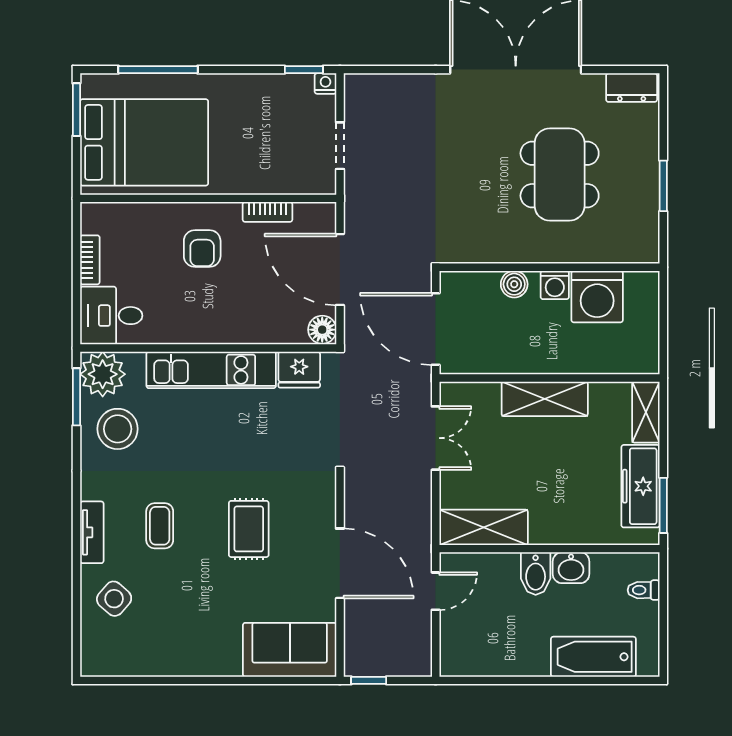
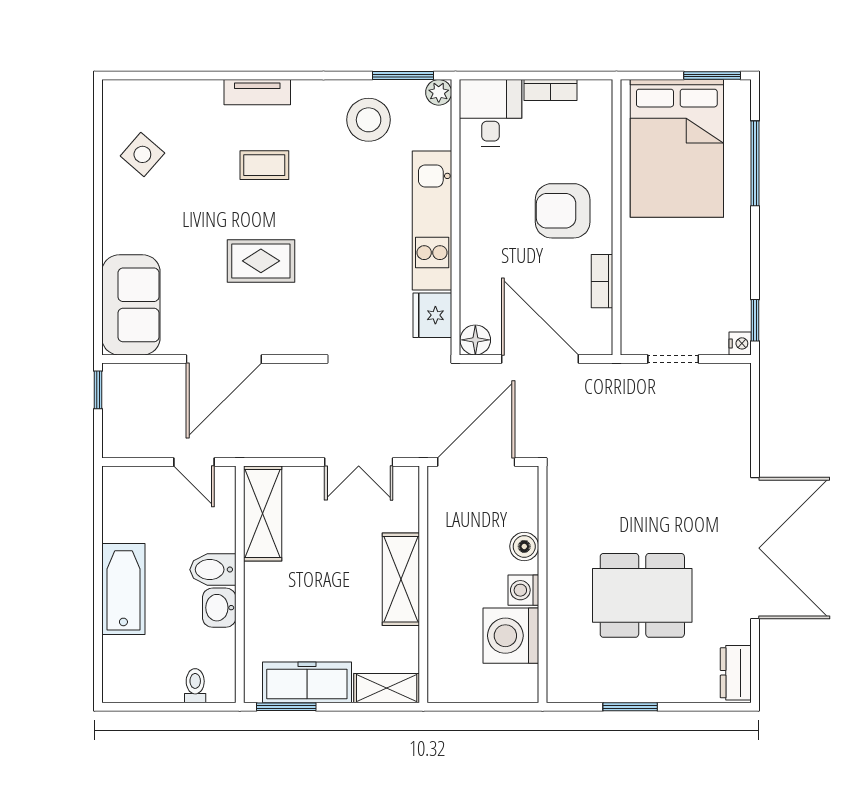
armchair: (202, 249) -> (563, 211), width x1.38, depth x1.38
door: (340, 270) -> (540, 359), hinge flipped
plant: (103, 374) -> (439, 92), width x0.53, depth x0.53
side table: (114, 599) -> (142, 154), moved
bathtub: (593, 657) -> (123, 589), moved

